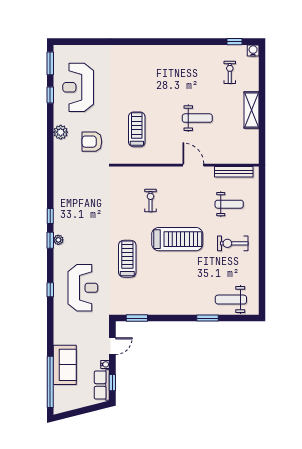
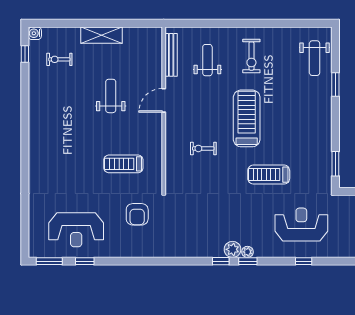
plant: (61, 132) -> (233, 249), moved

